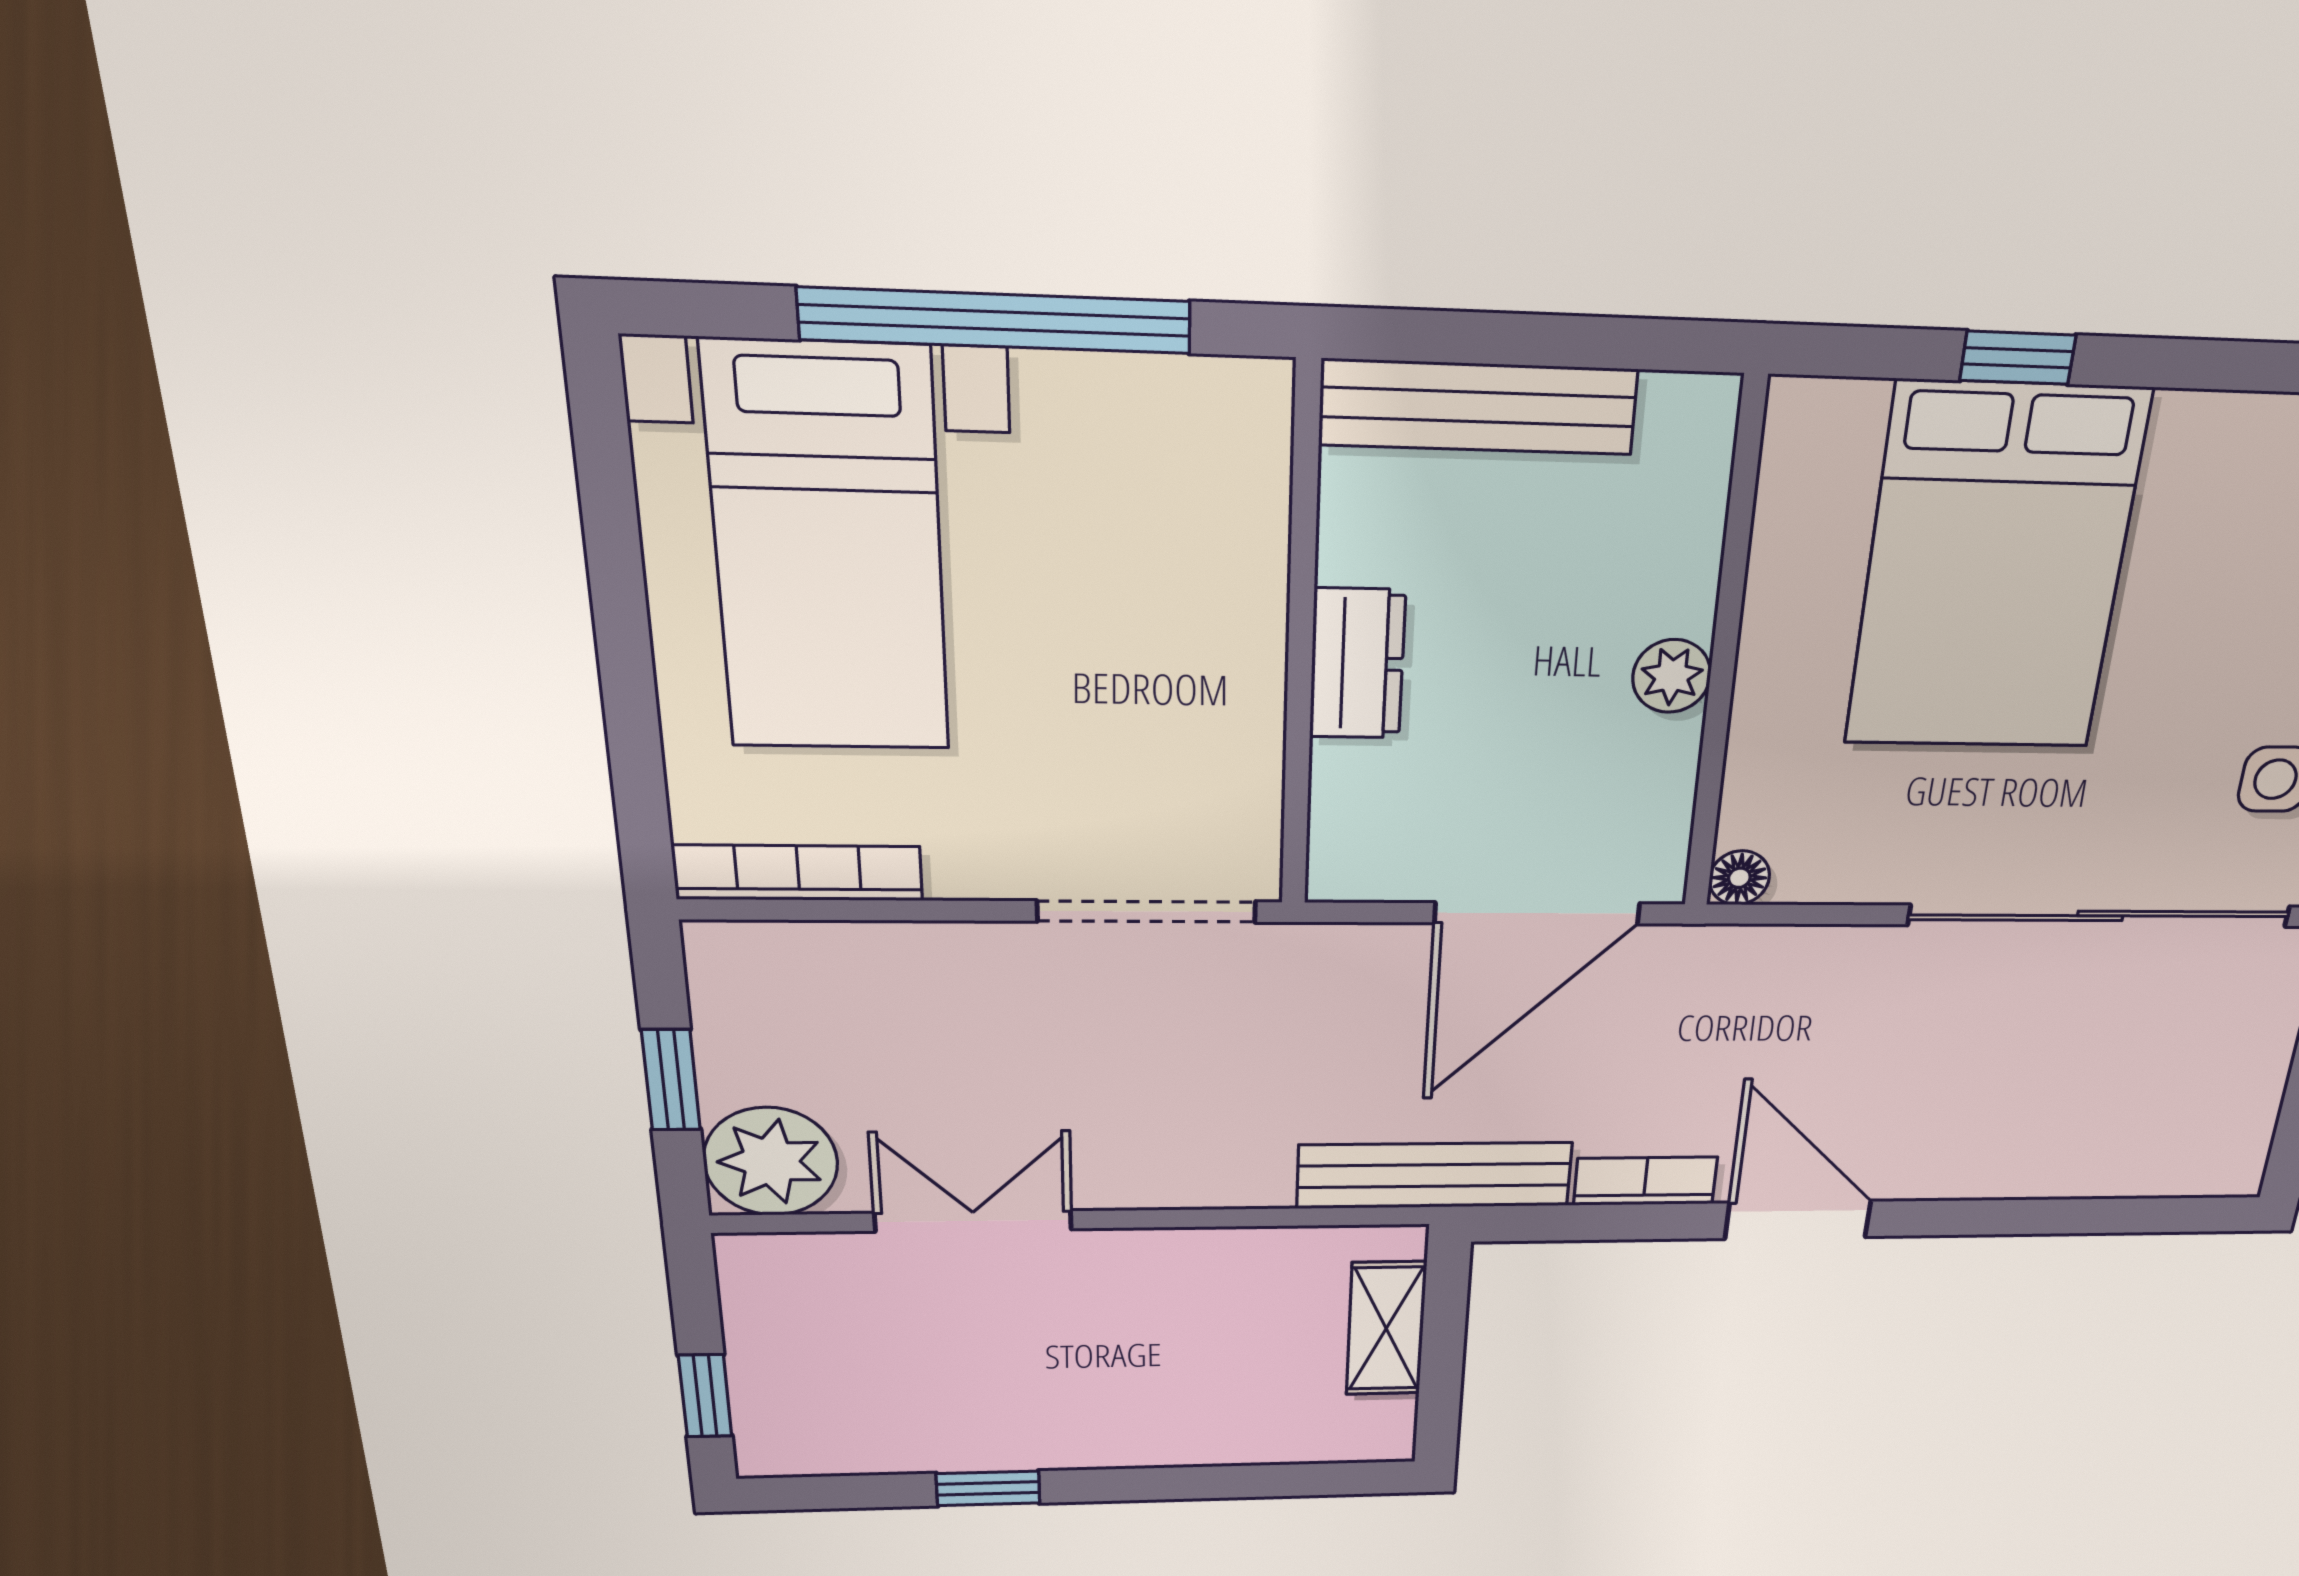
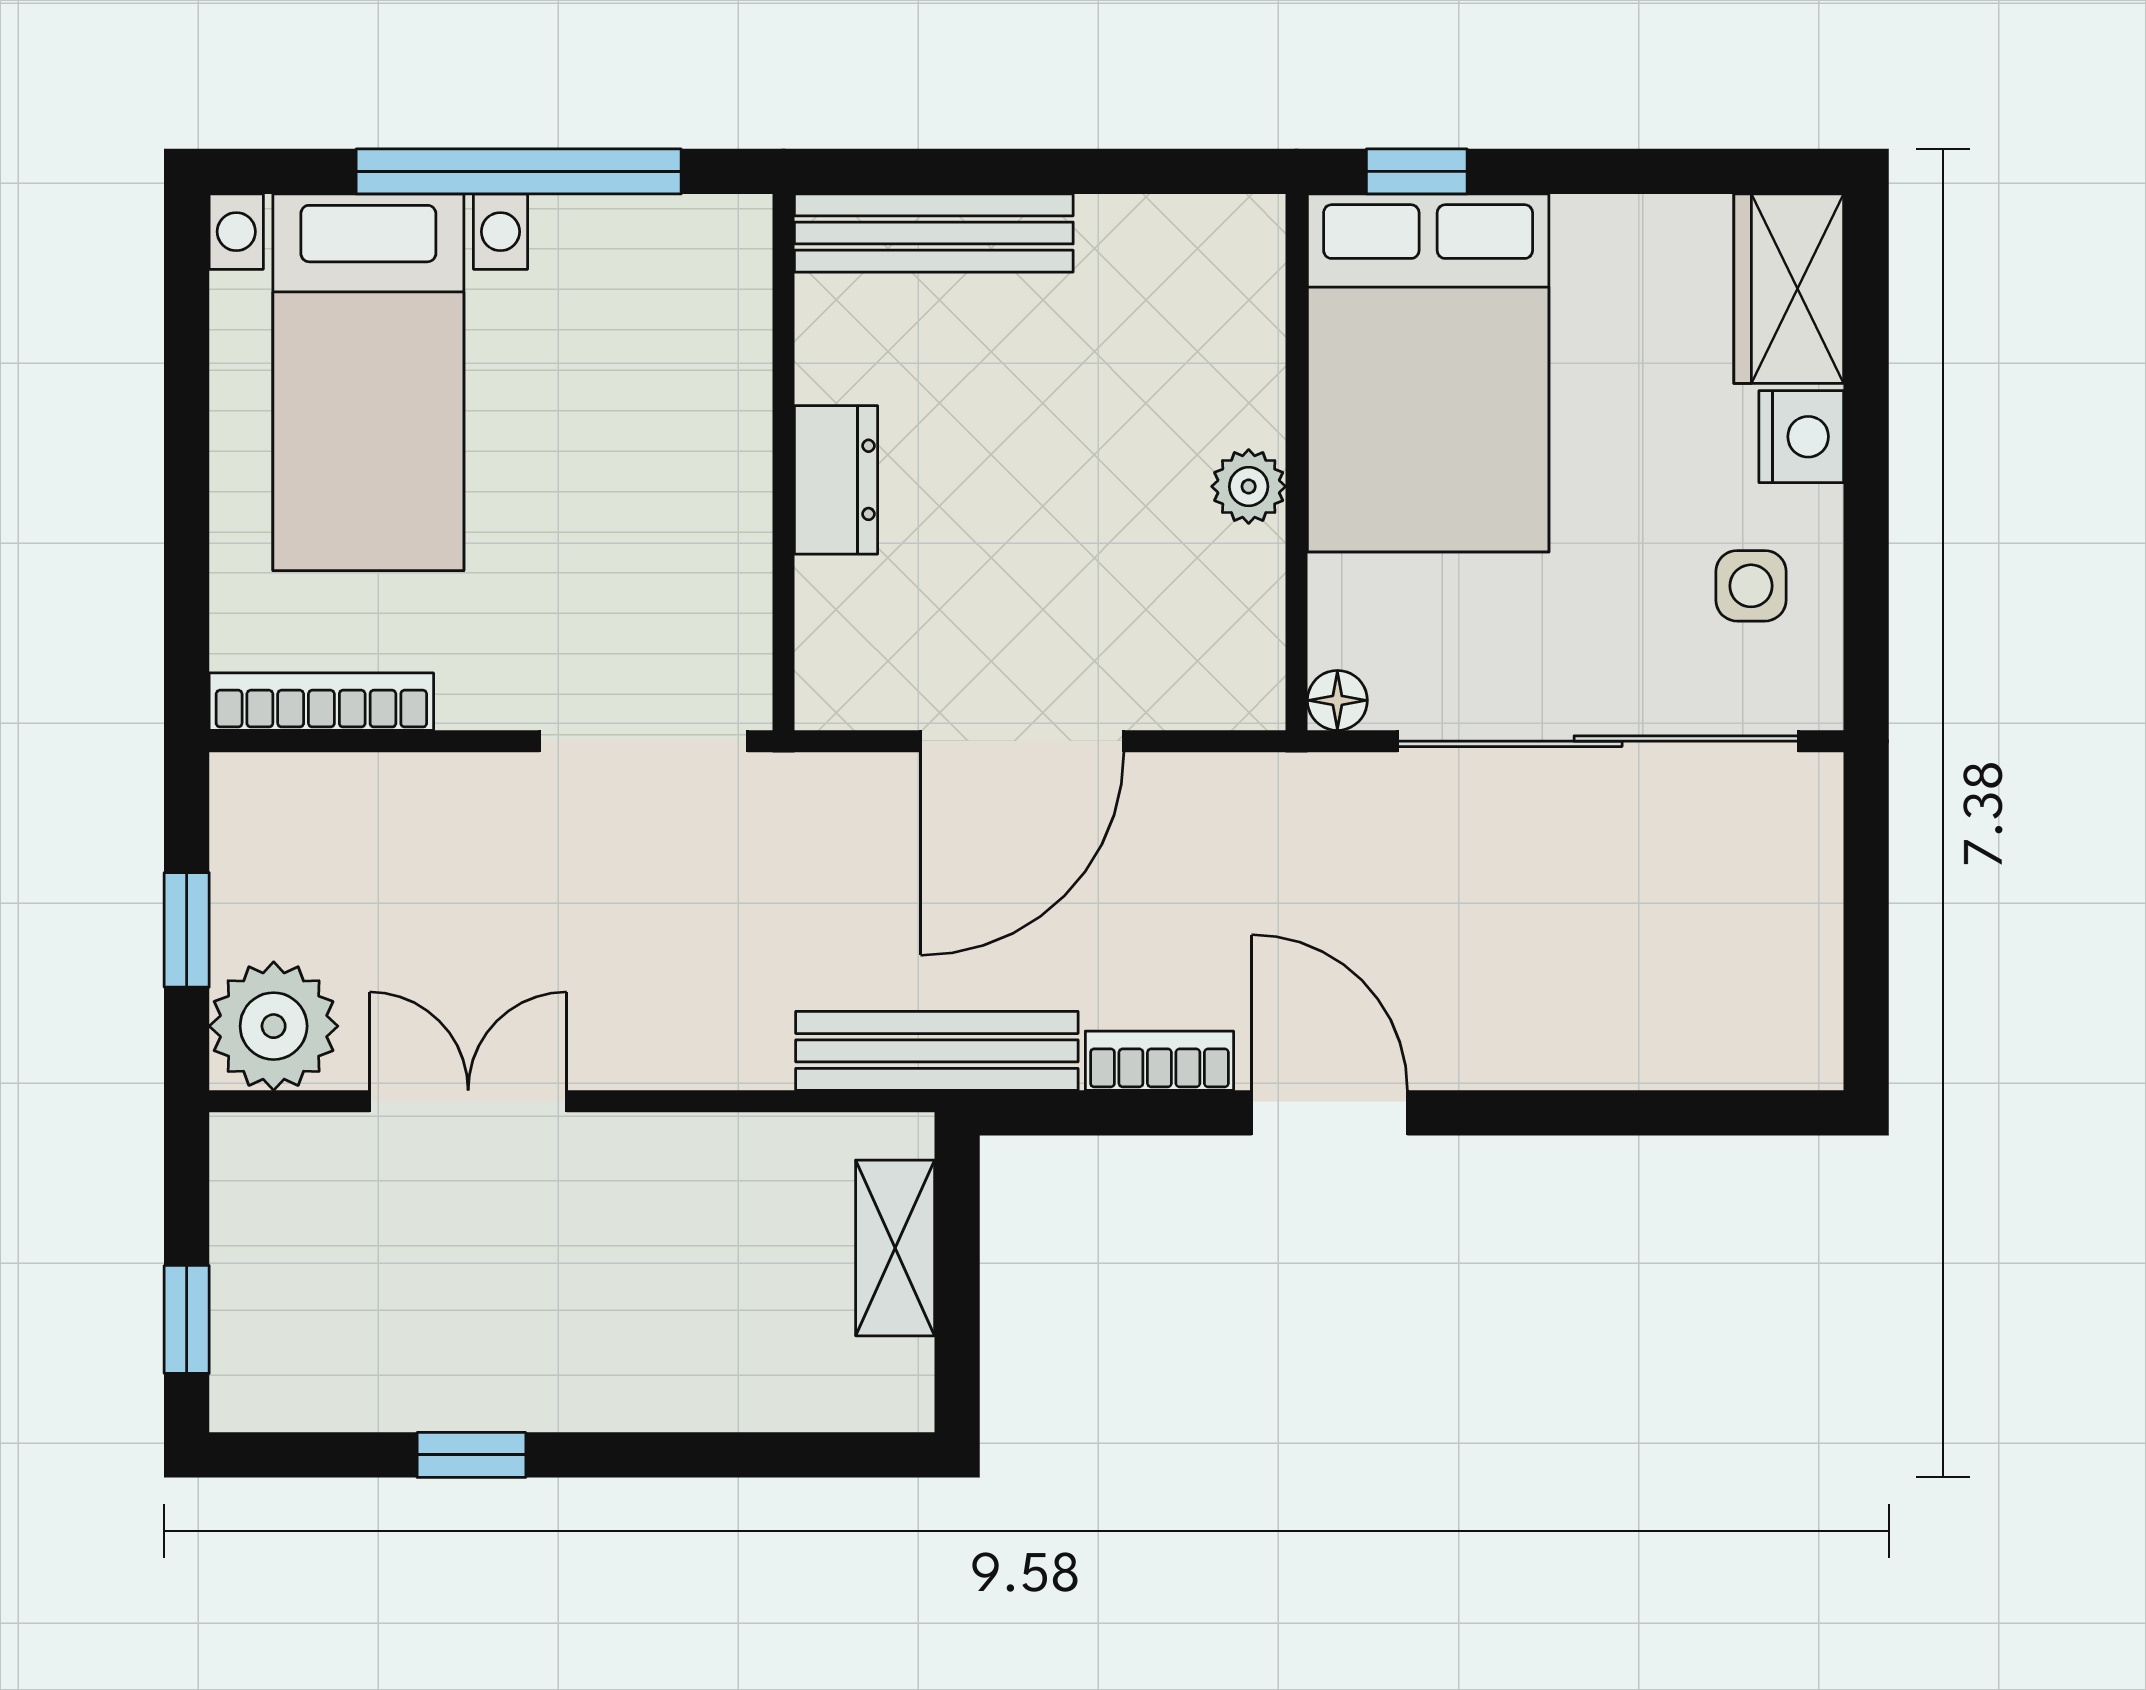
wall: (1724, 653) -> (1296, 462), moved
plant: (1672, 676) -> (1249, 486), moved
floor lamp: (1739, 878) -> (1337, 700), moved

